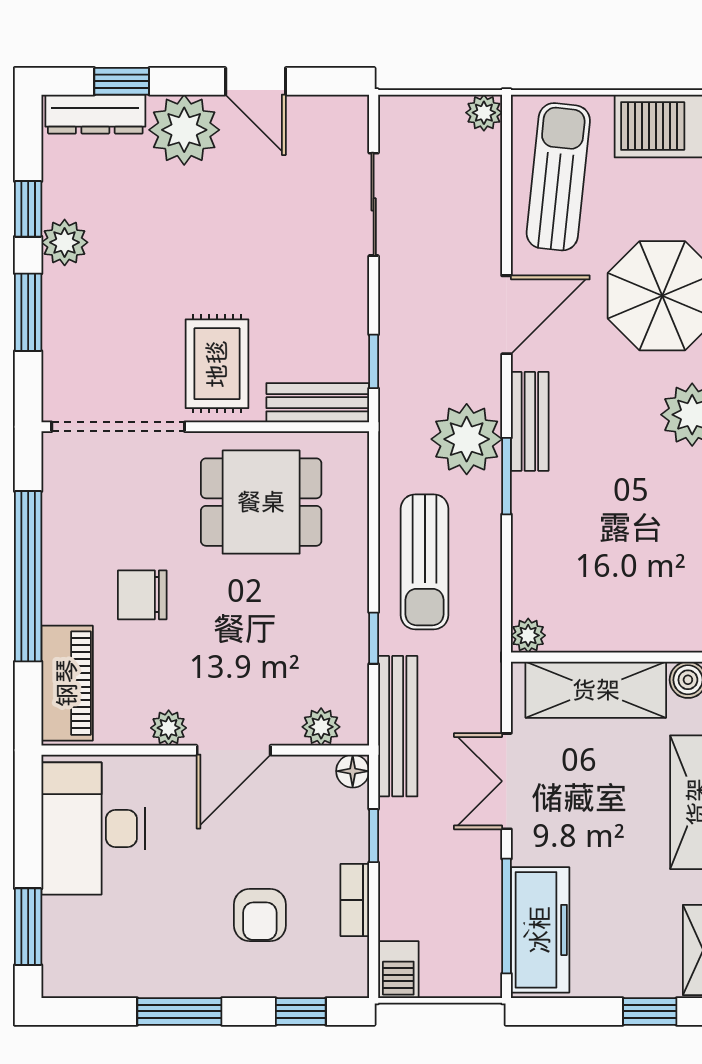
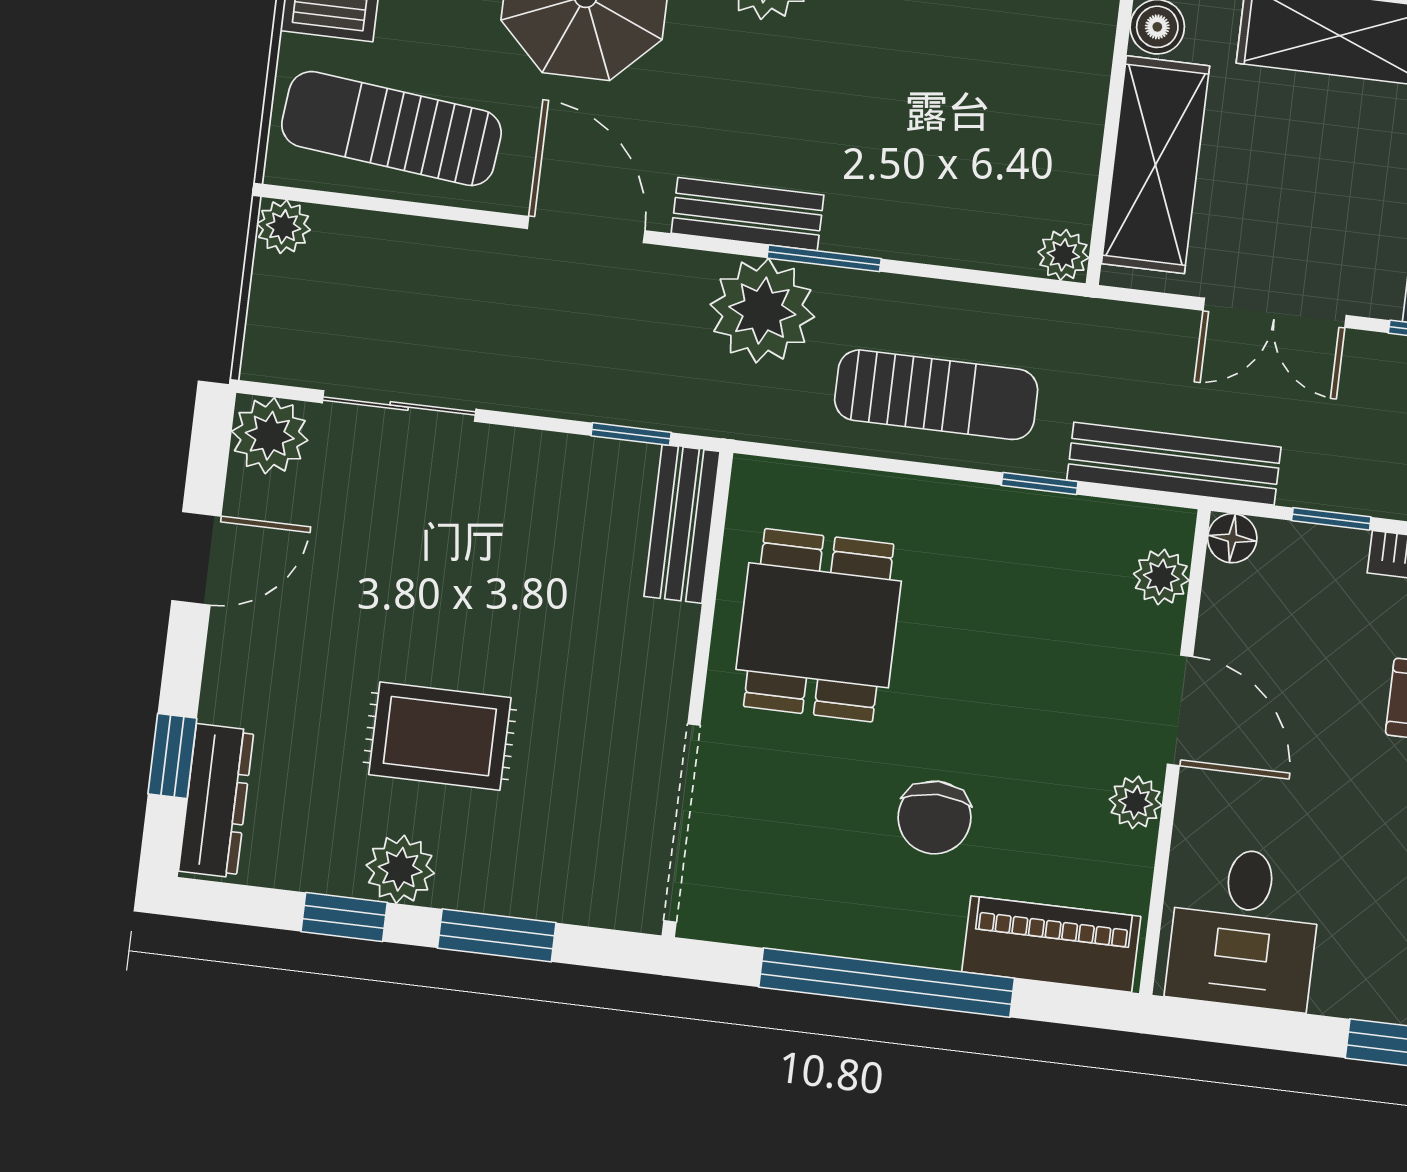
plant: (184, 130) -> (270, 436), moved, width x0.73, depth x0.73
rug: (217, 364) -> (440, 736), moved
desk: (93, 829) -> (1244, 928), width x0.73

